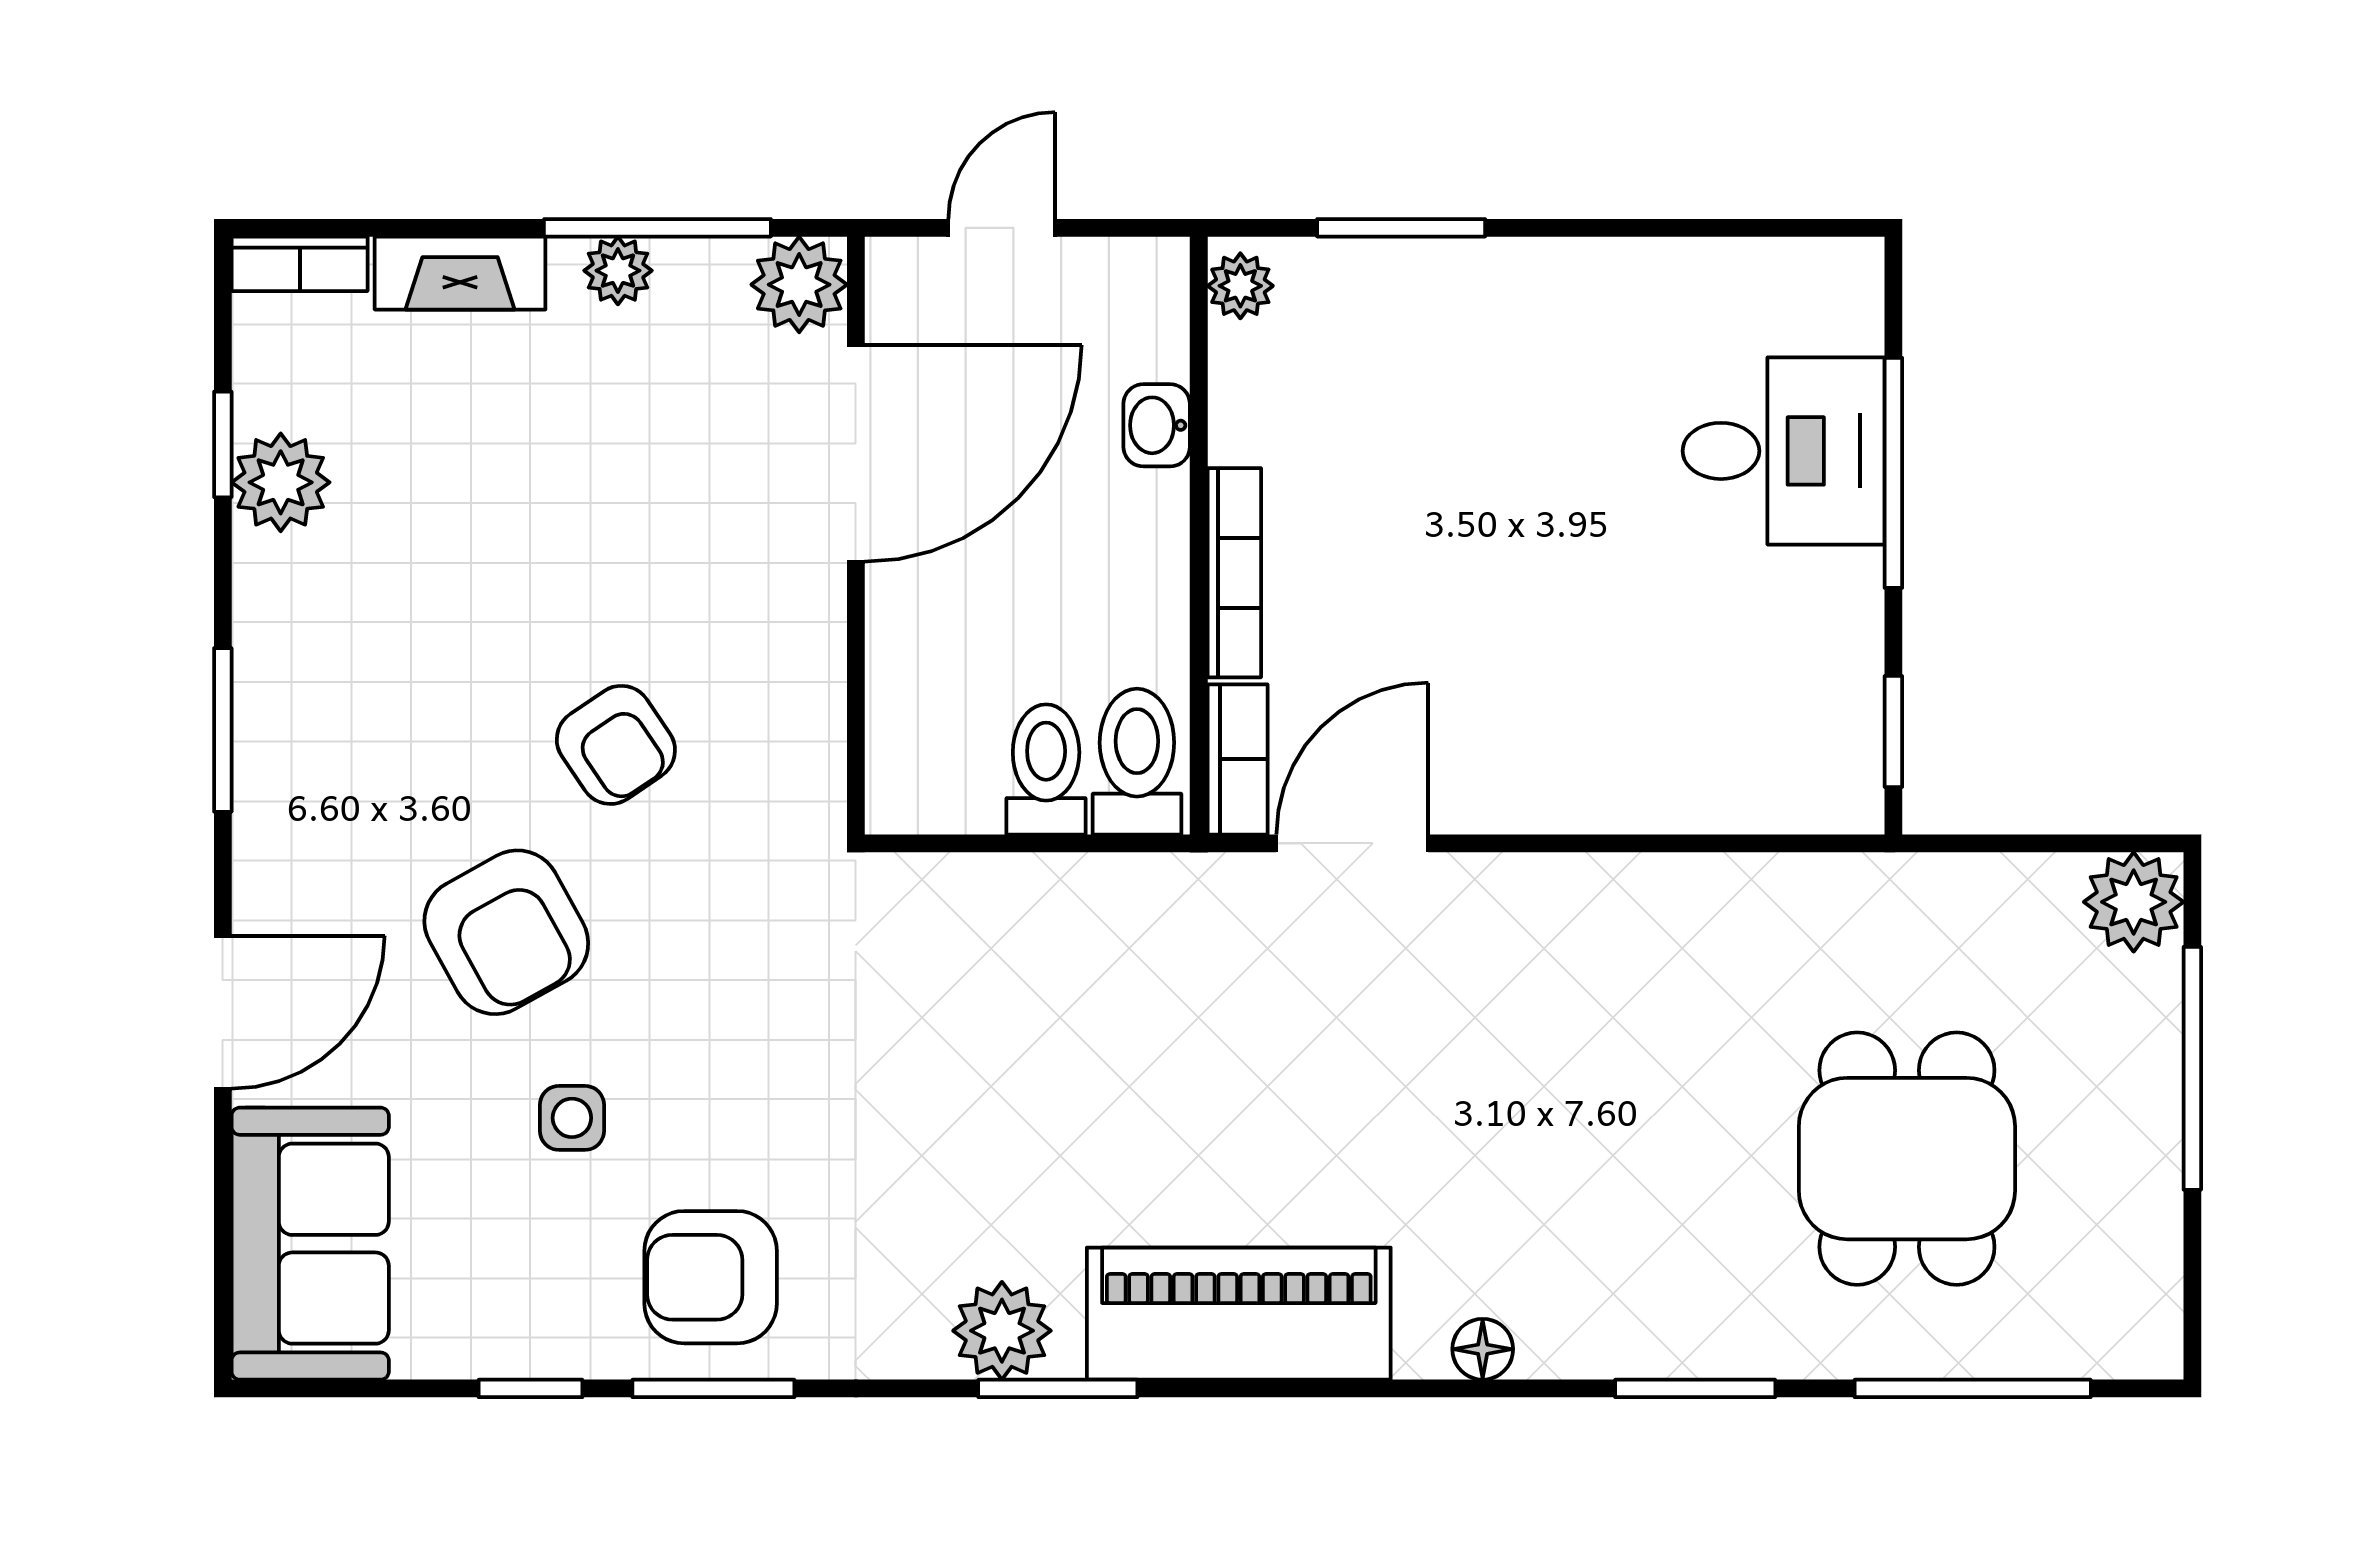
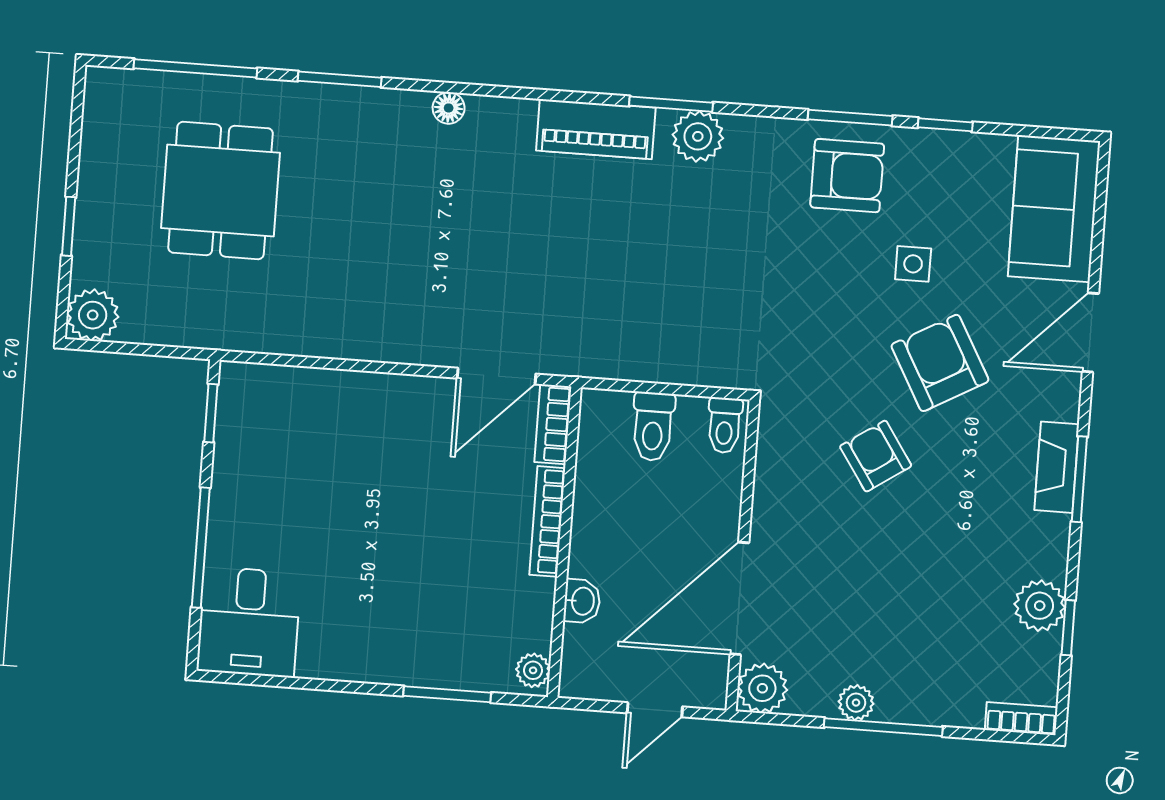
window: (657, 228) -> (883, 727), moved
fireplace: (460, 273) -> (1057, 467), moved, turned -90
desk: (1784, 451) -> (249, 622), moved, turned -90
toilet: (1137, 762) -> (725, 425), moved, width x0.73, depth x0.72
window: (2192, 1068) -> (69, 226), width x0.46
piano: (1239, 1314) -> (596, 129), width x0.73, depth x0.75

